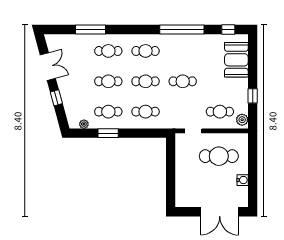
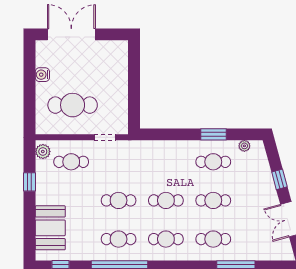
cafe table: (146, 112) -> (119, 239), moved

